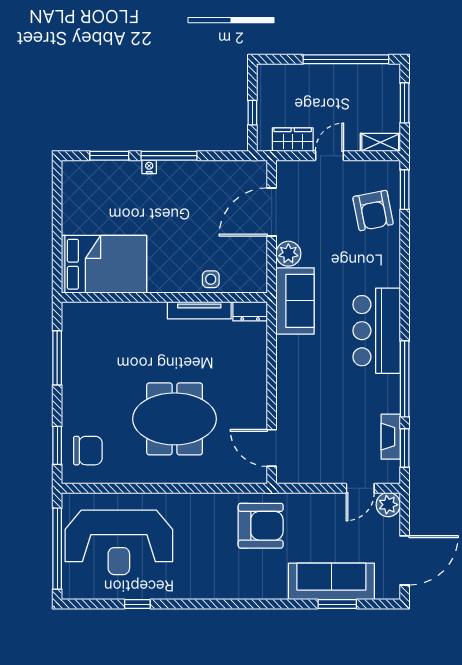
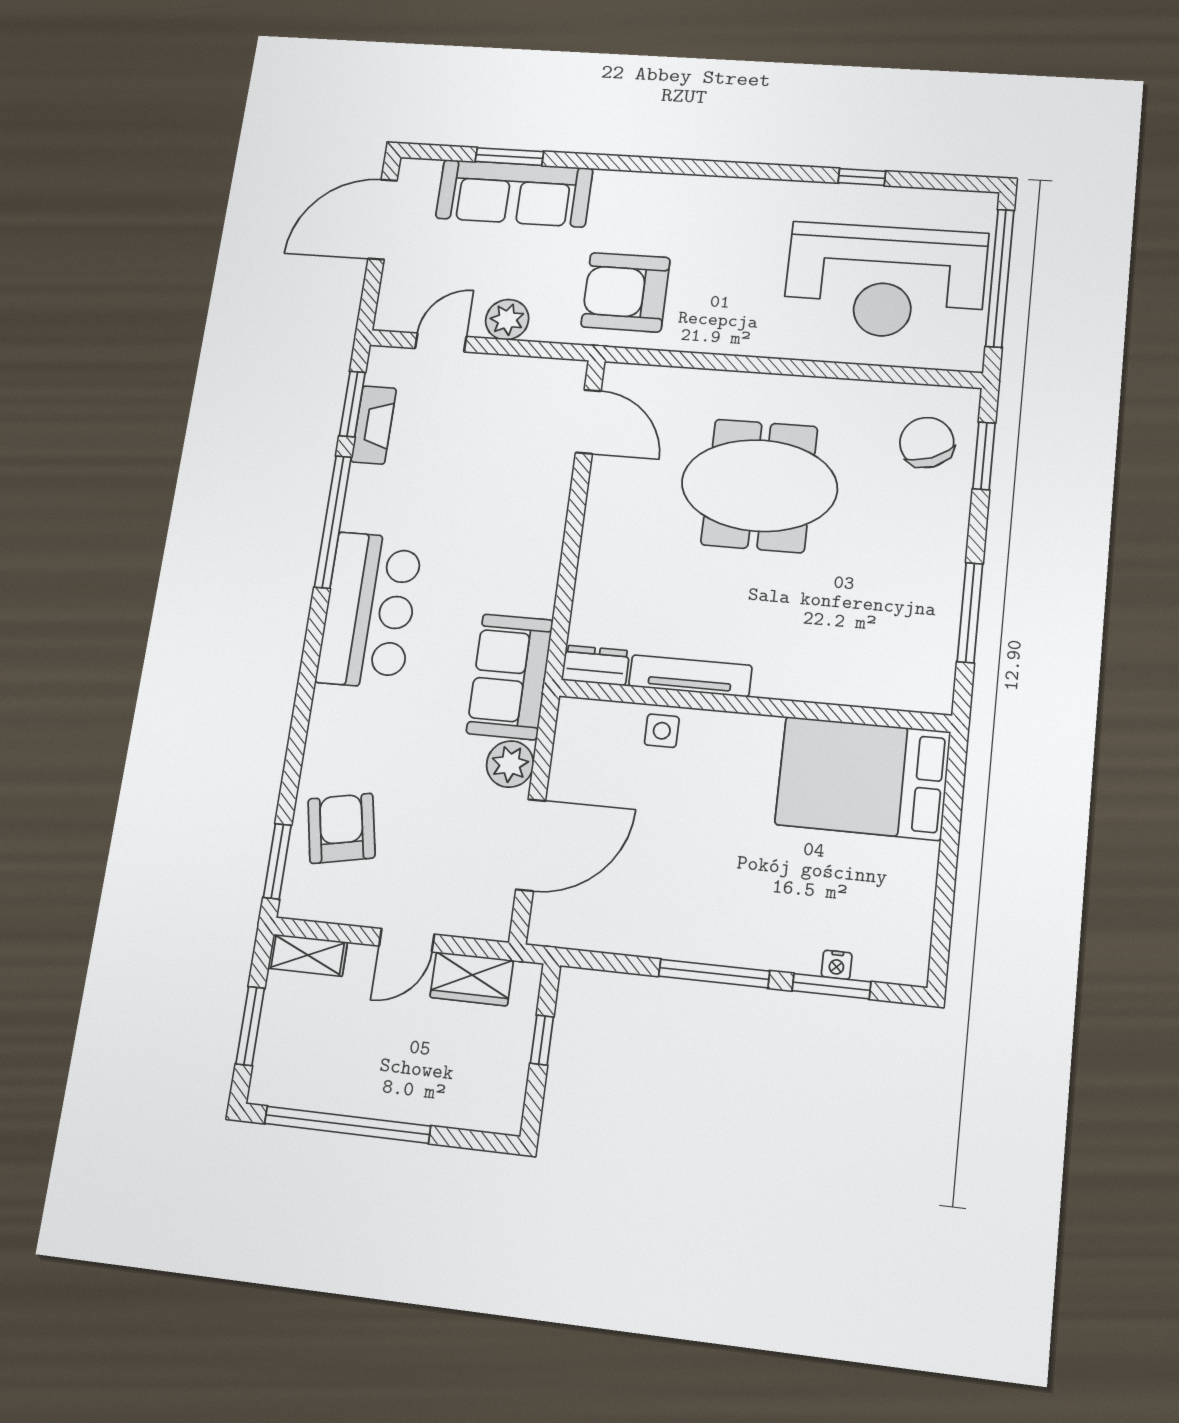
nightstand: (149, 167) -> (837, 965), moved
chair: (88, 451) -> (927, 442), turned 69
plant: (388, 505) -> (507, 320), moved
reception desk: (119, 542) -> (885, 281), turned 180

